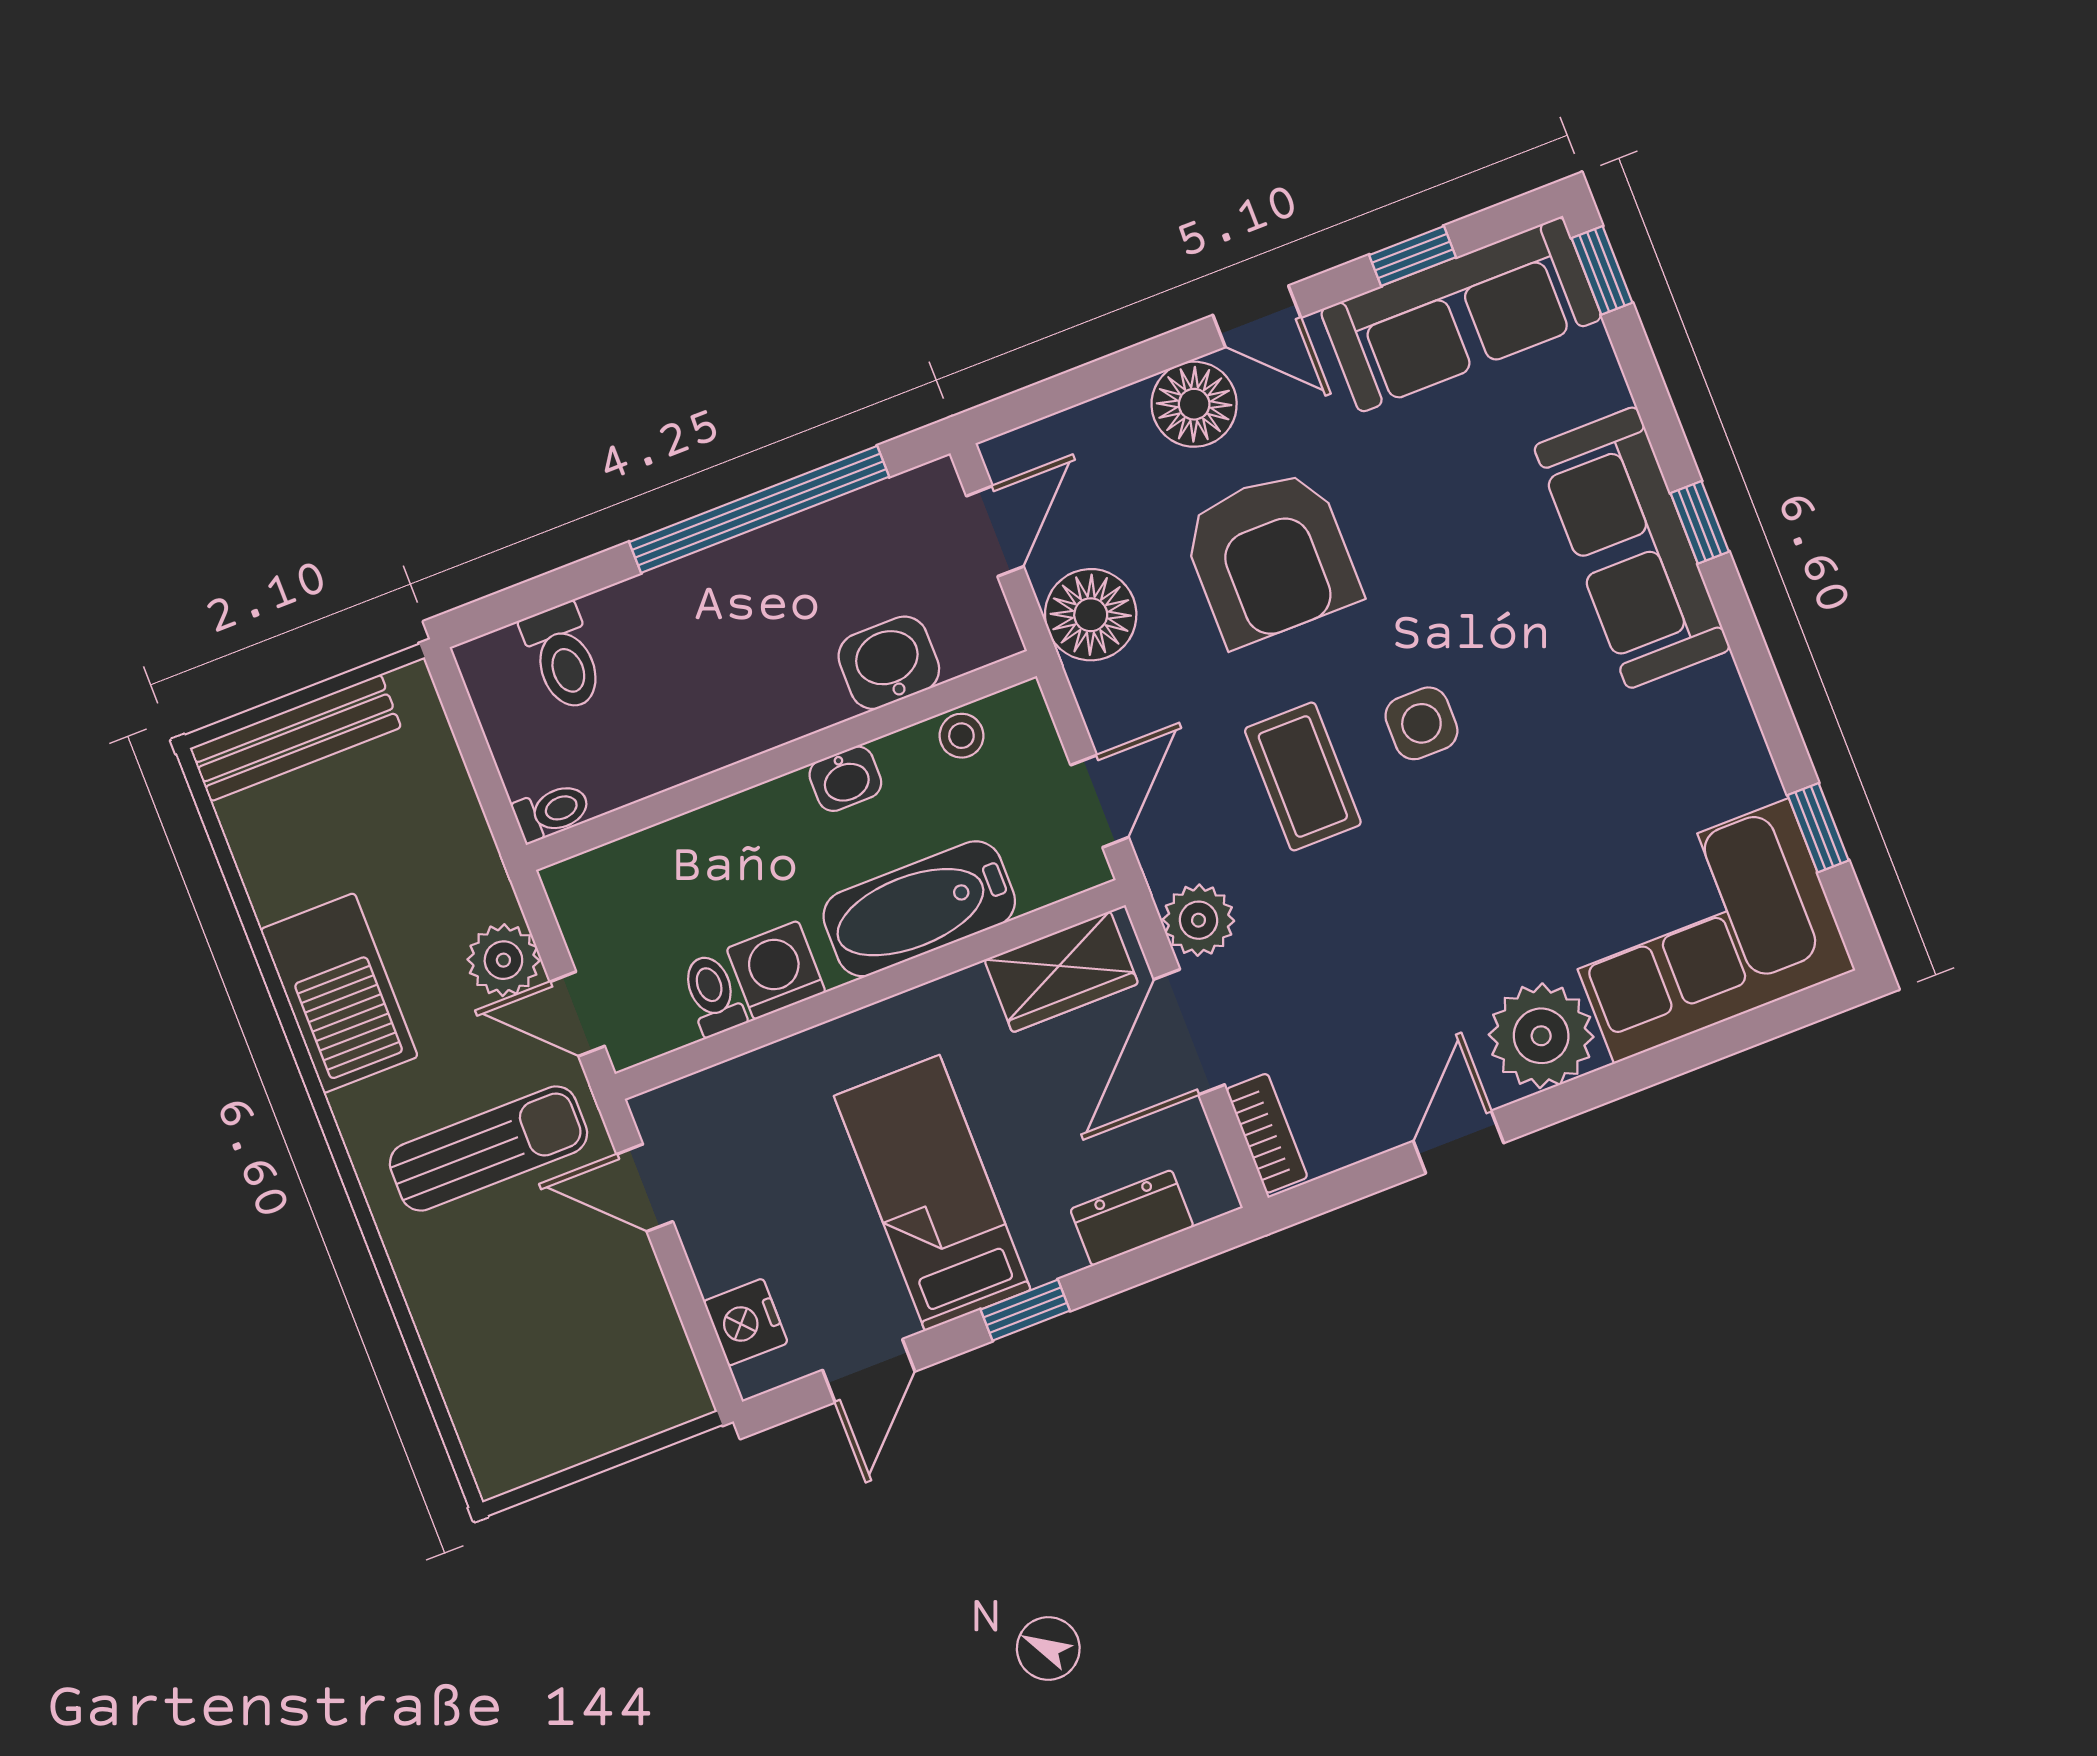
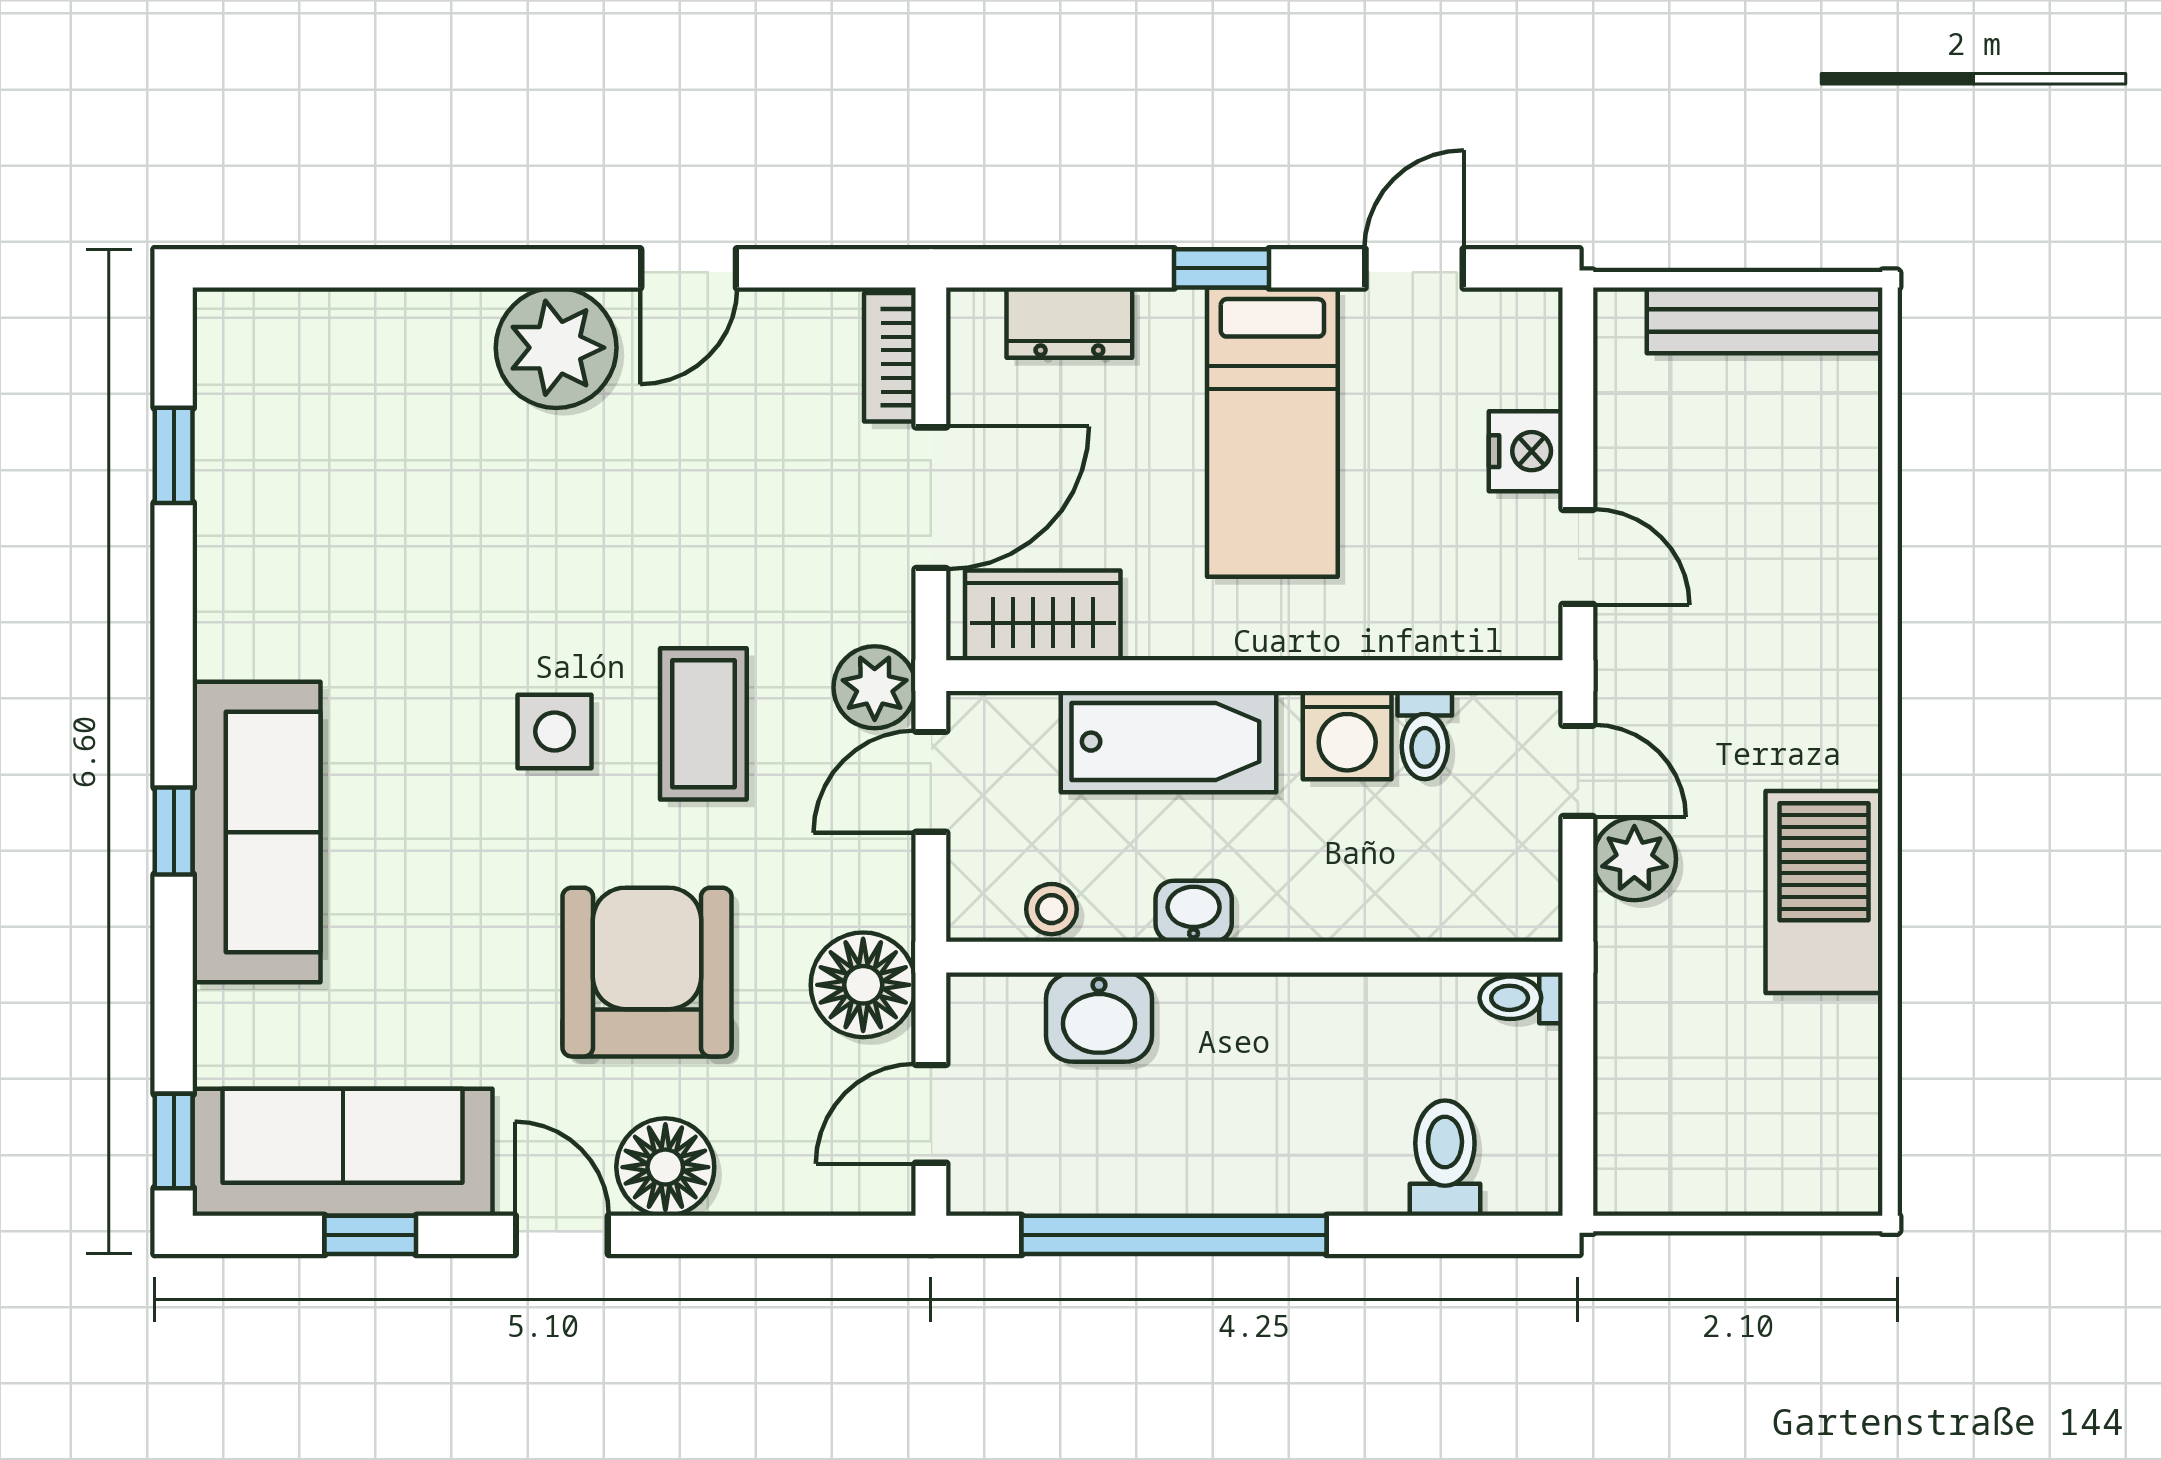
bench: (296, 738) -> (1765, 320), moved
plant: (1199, 920) -> (875, 687), moved
corner sofa: (1701, 931) -> (341, 393), removed
sun lounger: (488, 1148) -> (1729, 664), removed
nightstand: (746, 1322) -> (1526, 451), moved

